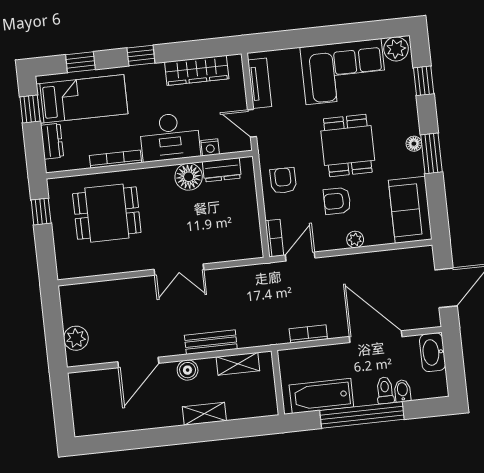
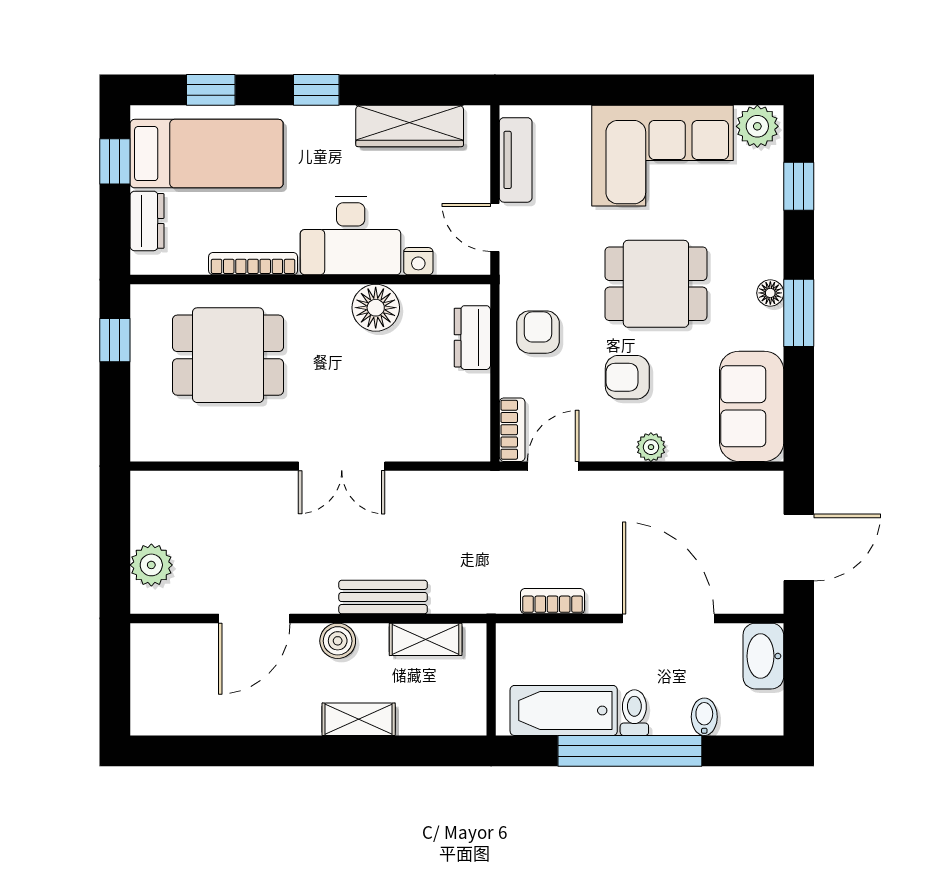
dining table: (348, 146) -> (656, 284), turned 90
dresser: (222, 170) -> (472, 338), moved, turned 90
toilet: (385, 390) -> (634, 713), moved

